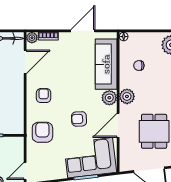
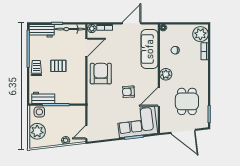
armchair: (44, 96) -> (101, 74), width x1.88, depth x1.88
plant: (109, 98) -> (152, 75), removed
armchair: (42, 132) -> (100, 102), removed

